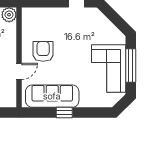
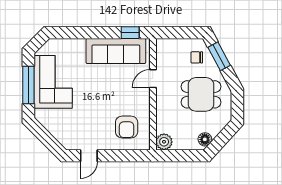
armchair: (43, 51) -> (127, 127), moved
window: (64, 113) -> (130, 33), moved

